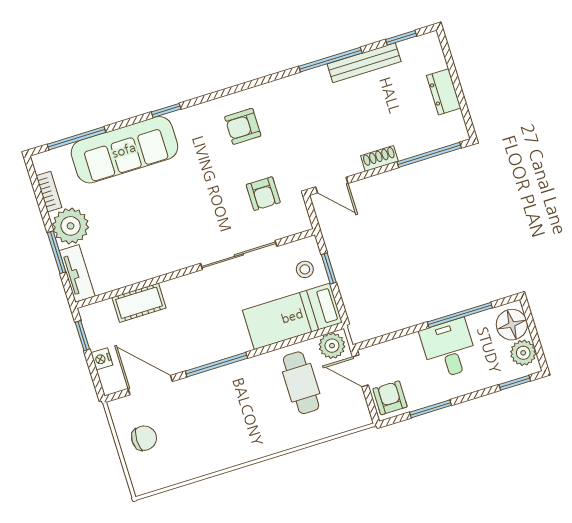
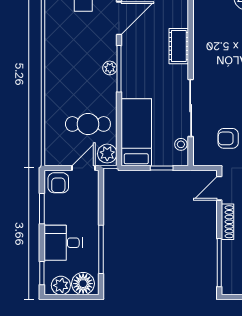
shoe rack: (379, 158) -> (228, 222), width x1.43
stool: (305, 269) -> (181, 144), moved
cot: (139, 303) -> (179, 46), moved
desk: (449, 349) -> (63, 243), moved, turned 180
plant: (219, 377) -> (110, 68), added
armchair: (390, 398) -> (58, 183), turned 90

